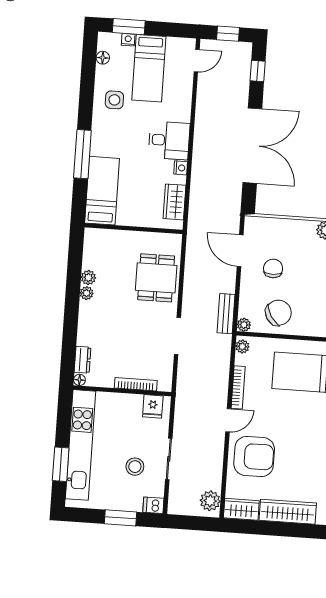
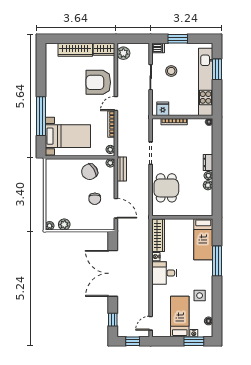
wardrobe: (174, 202) -> (158, 235), width x1.50
dresser: (83, 360) -> (208, 162), moved

